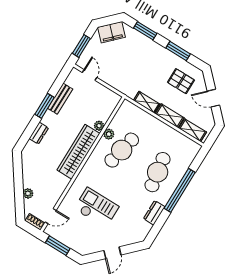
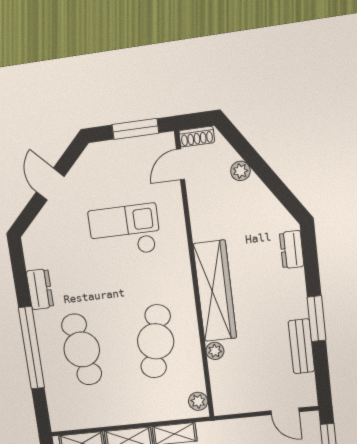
dresser: (39, 133) -> (292, 250), moved
plant: (109, 134) -> (198, 401), moved
checkout: (97, 208) -> (125, 231), turned 180

